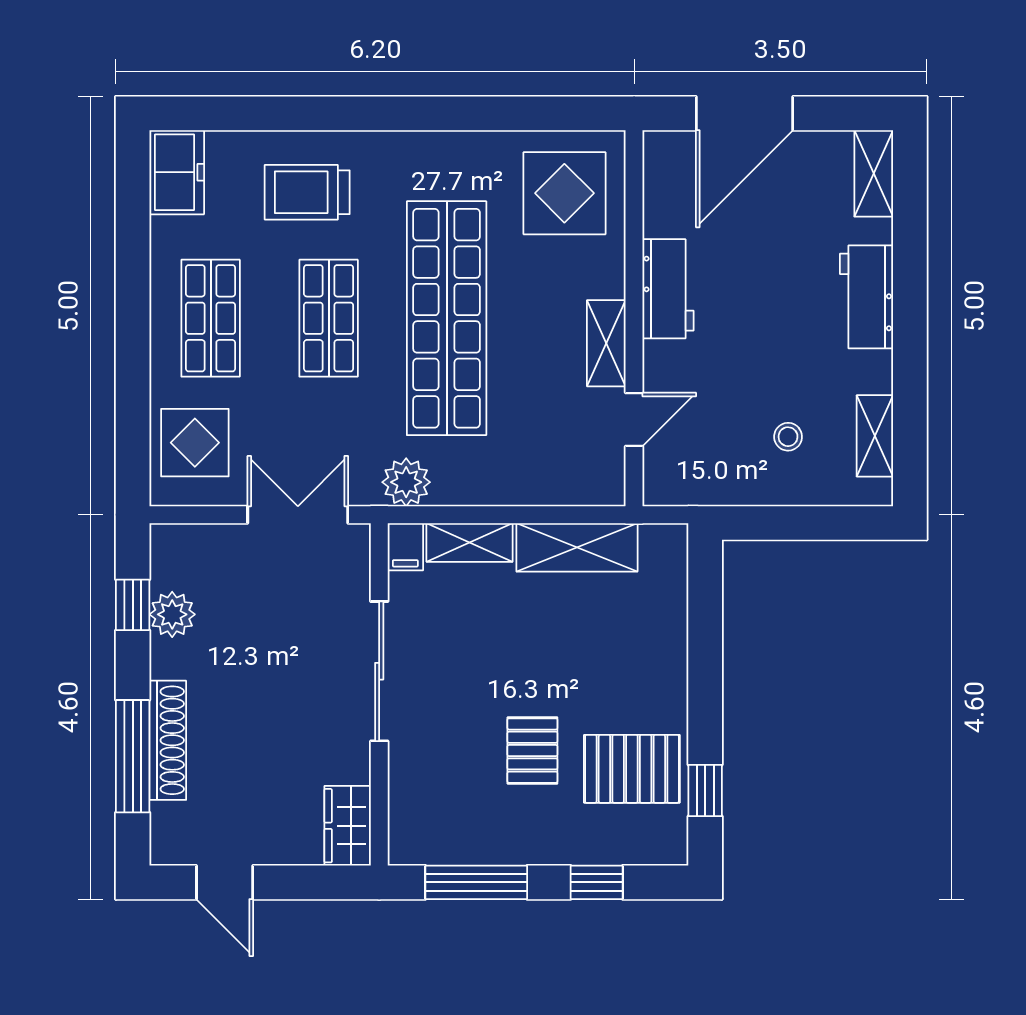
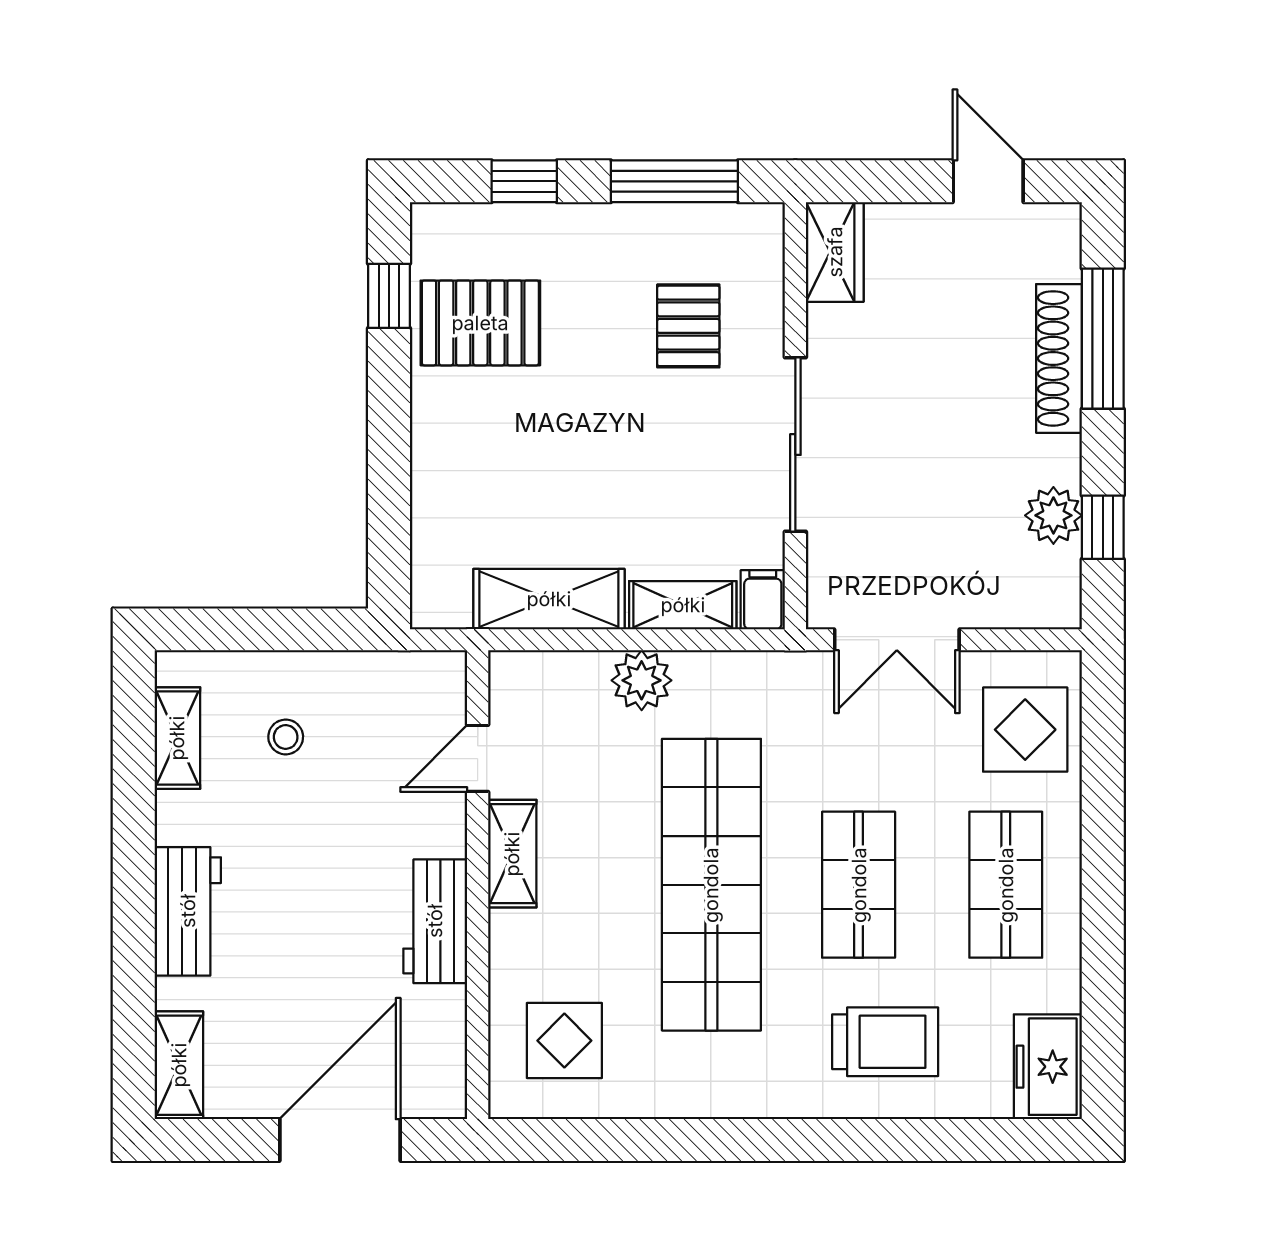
display table: (564, 193) -> (564, 1041), width x0.73, depth x0.73
plant: (406, 482) -> (642, 680), moved
pallet: (532, 751) -> (688, 326), moved

